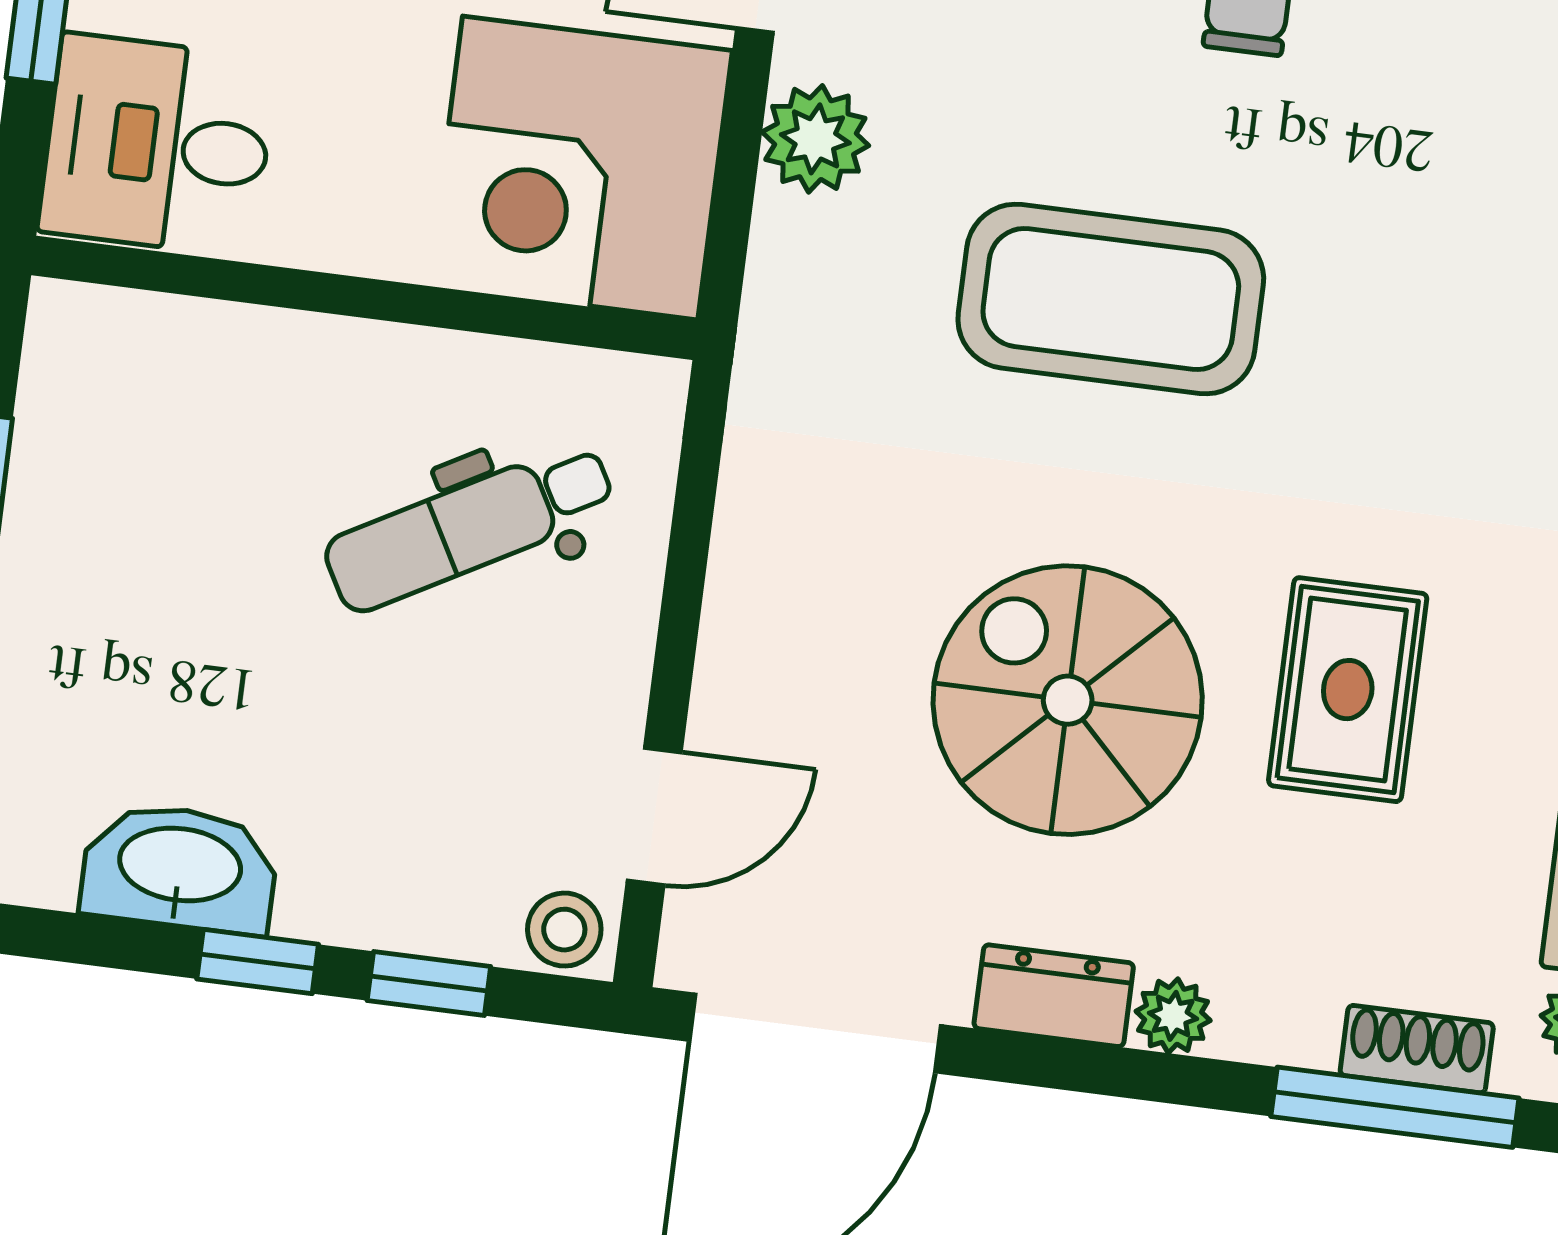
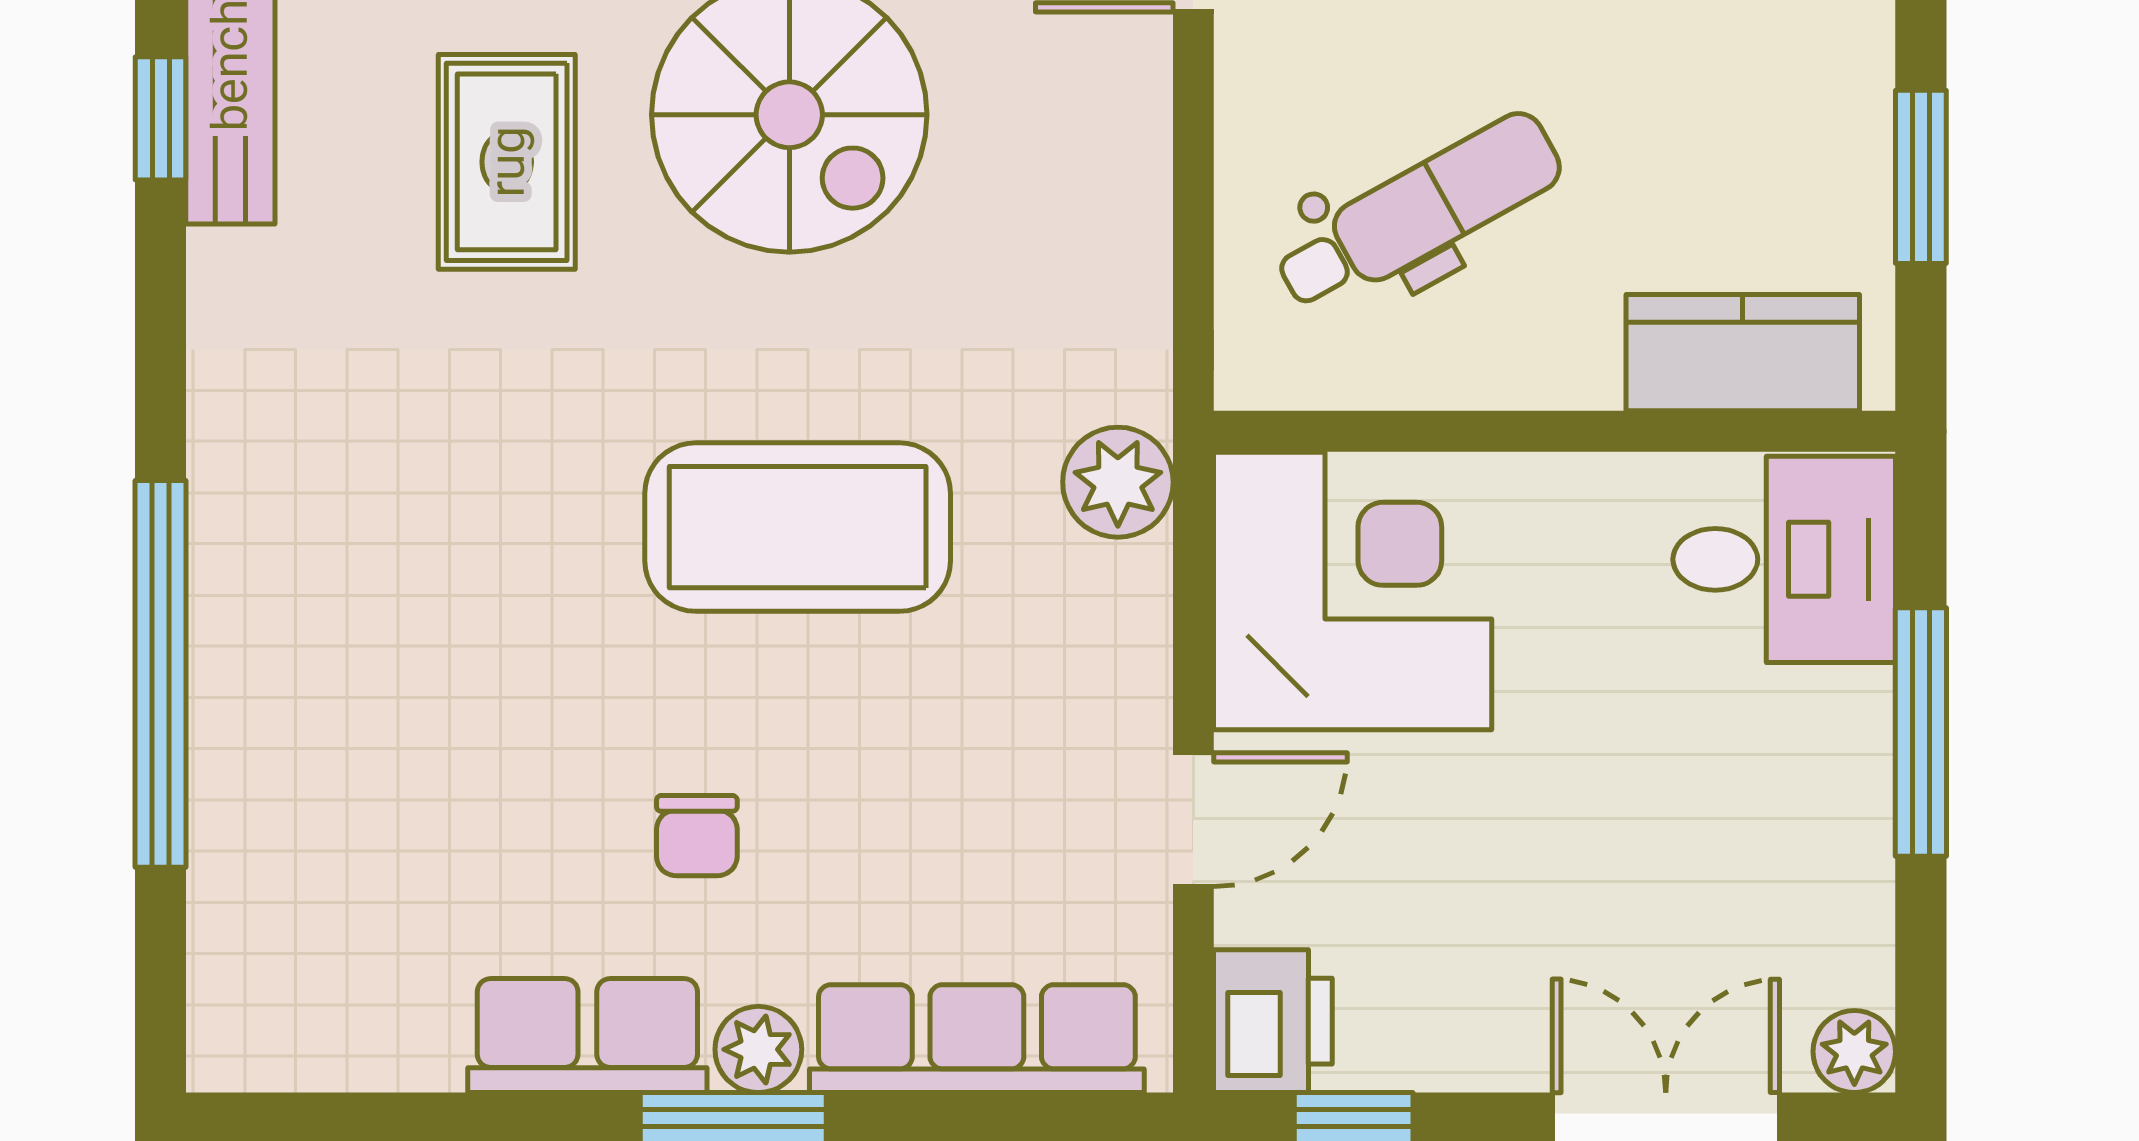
plant: (815, 139) -> (1118, 482), moved
kitchen counter: (172, 351) -> (1743, 353), added

